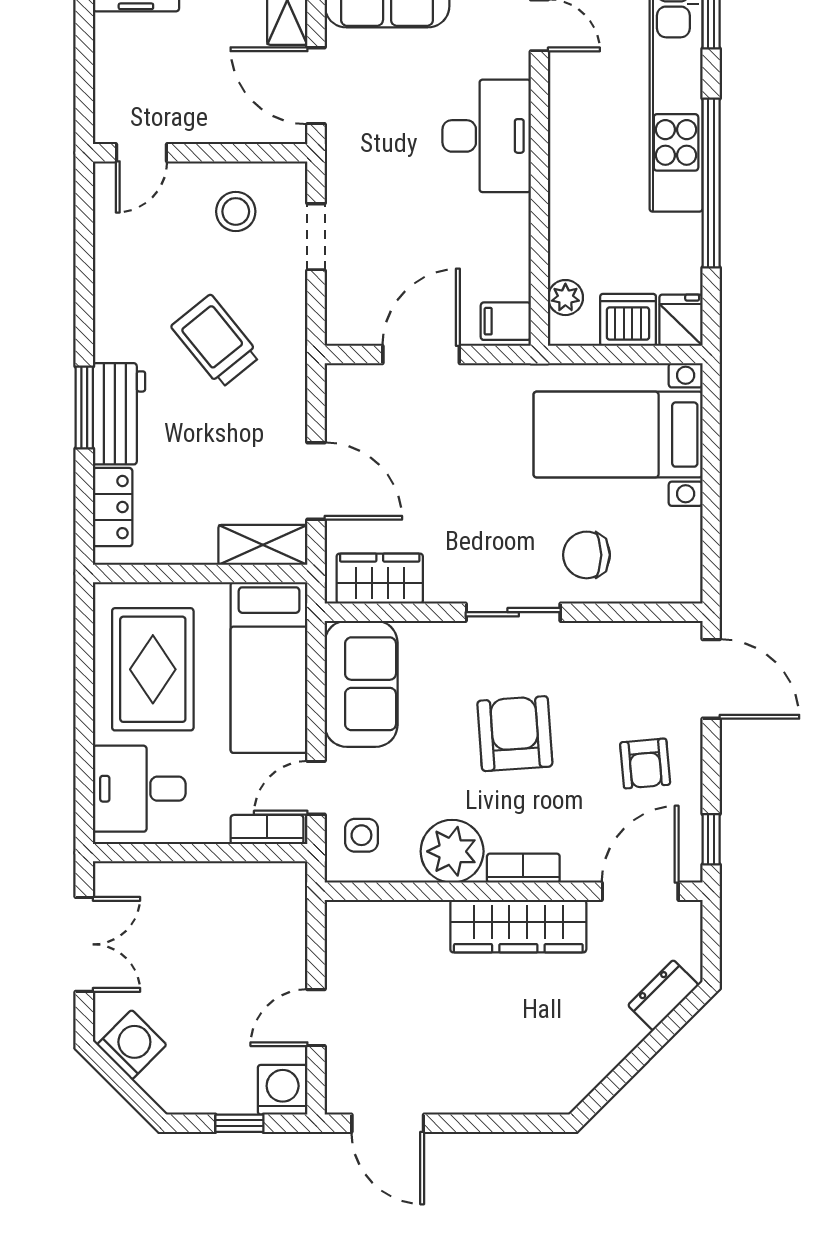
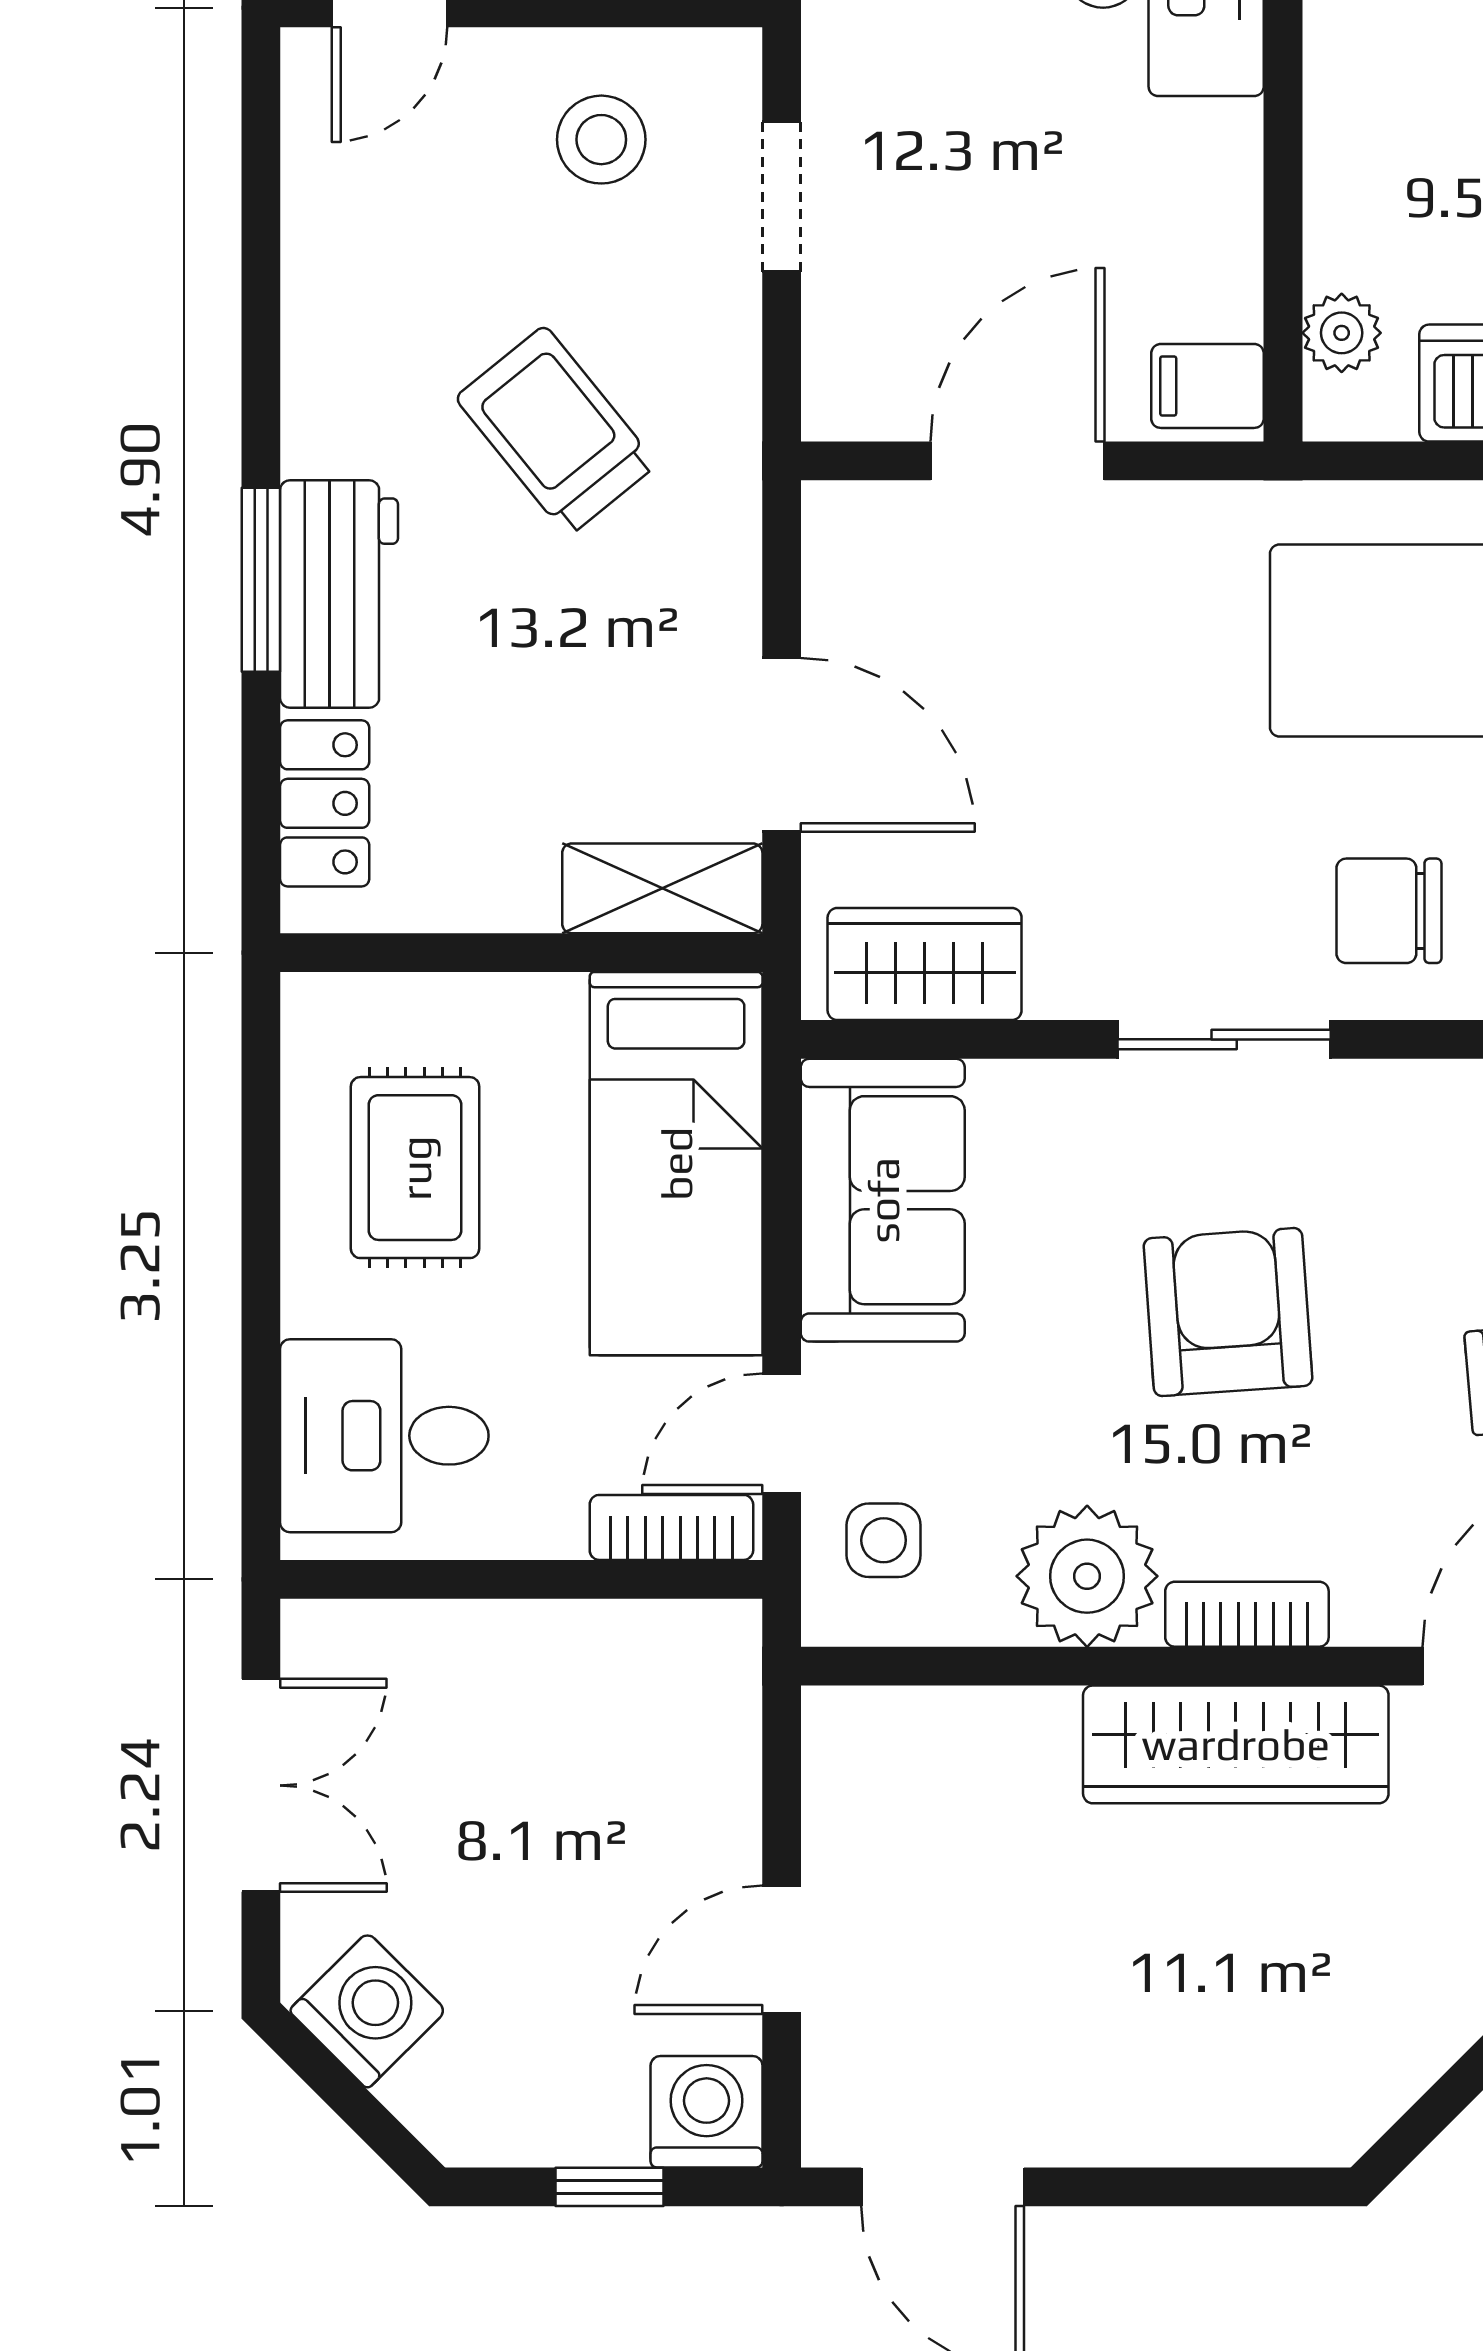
rug: (153, 669) -> (415, 1168), width x0.73, depth x0.70

